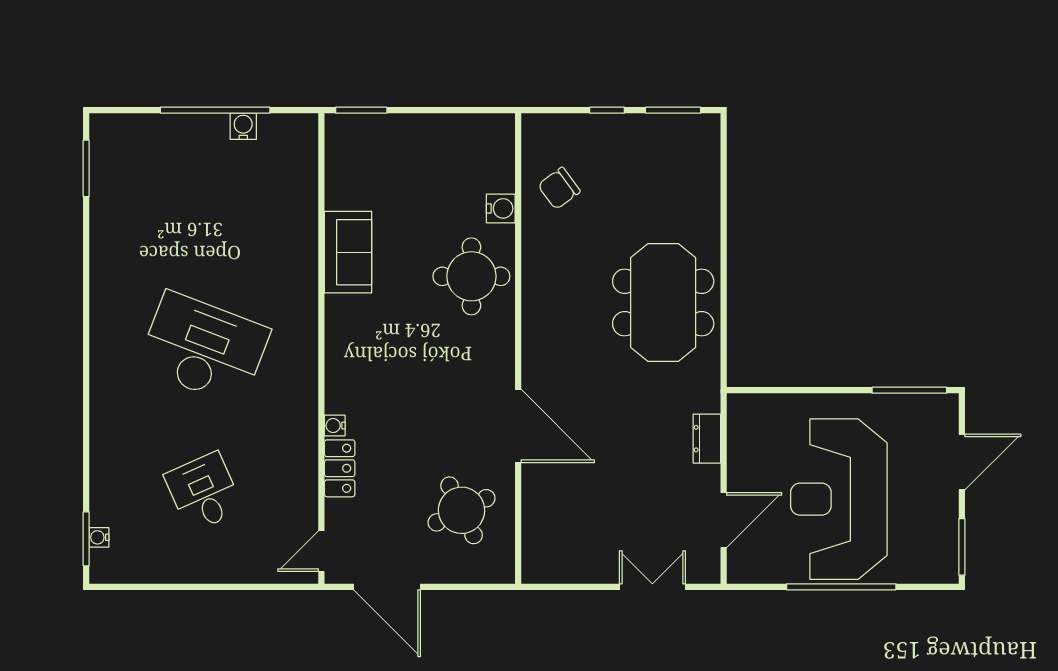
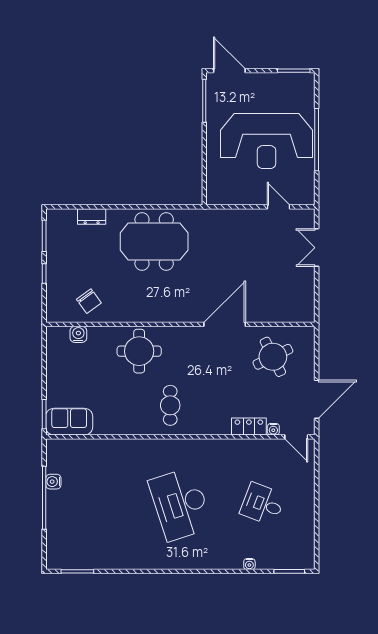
water cooler: (501, 208) -> (78, 334), moved
sofa: (348, 252) -> (69, 422), moved
cafe table: (377, 331) -> (170, 405), added
desk: (204, 348) -> (180, 504), turned -39
water cooler: (335, 425) -> (273, 429), moved
dresser: (707, 439) -> (92, 217), moved
door: (962, 462) -> (229, 71), moved
desk: (204, 492) -> (263, 504), turned 45
door: (724, 520) -> (278, 207), width x0.73
water cooler: (99, 537) -> (249, 564), moved

